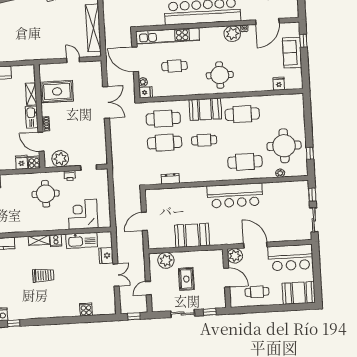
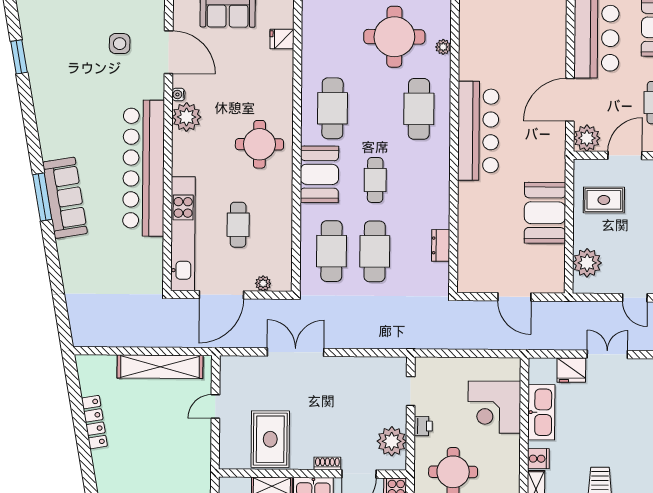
fridge: (146, 92) -> (282, 280), removed
rug: (186, 279) -> (604, 200), moved

